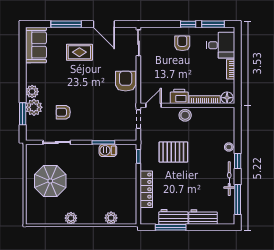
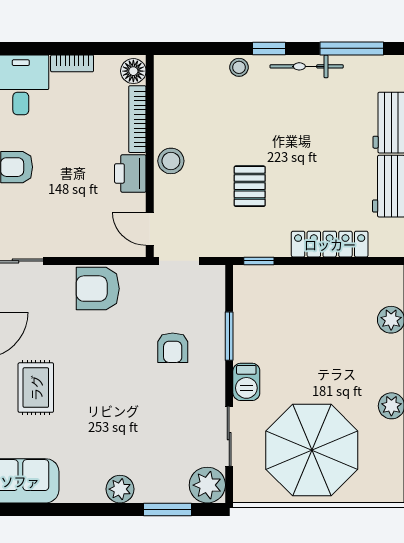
plant: (34, 107) -> (207, 485), moved
armchair: (63, 112) -> (173, 348), moved
barbecue: (108, 150) -> (246, 382), moved
pallet: (173, 152) -> (250, 186), width x0.67, depth x0.71
parasol: (50, 181) -> (312, 450), width x1.36, depth x1.36

